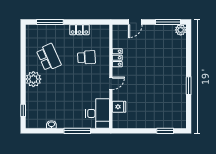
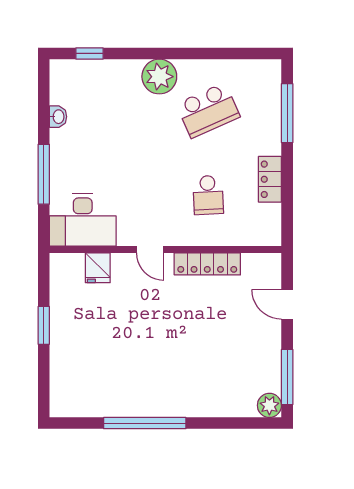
locker: (117, 58) -> (207, 264), width x1.53
window: (189, 86) -> (145, 423), width x2.11
window: (165, 131) -> (44, 325), moved

